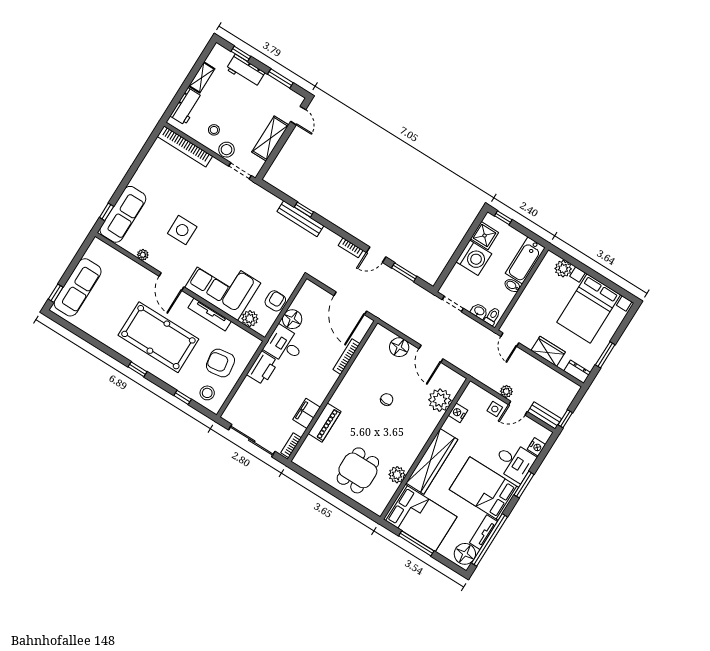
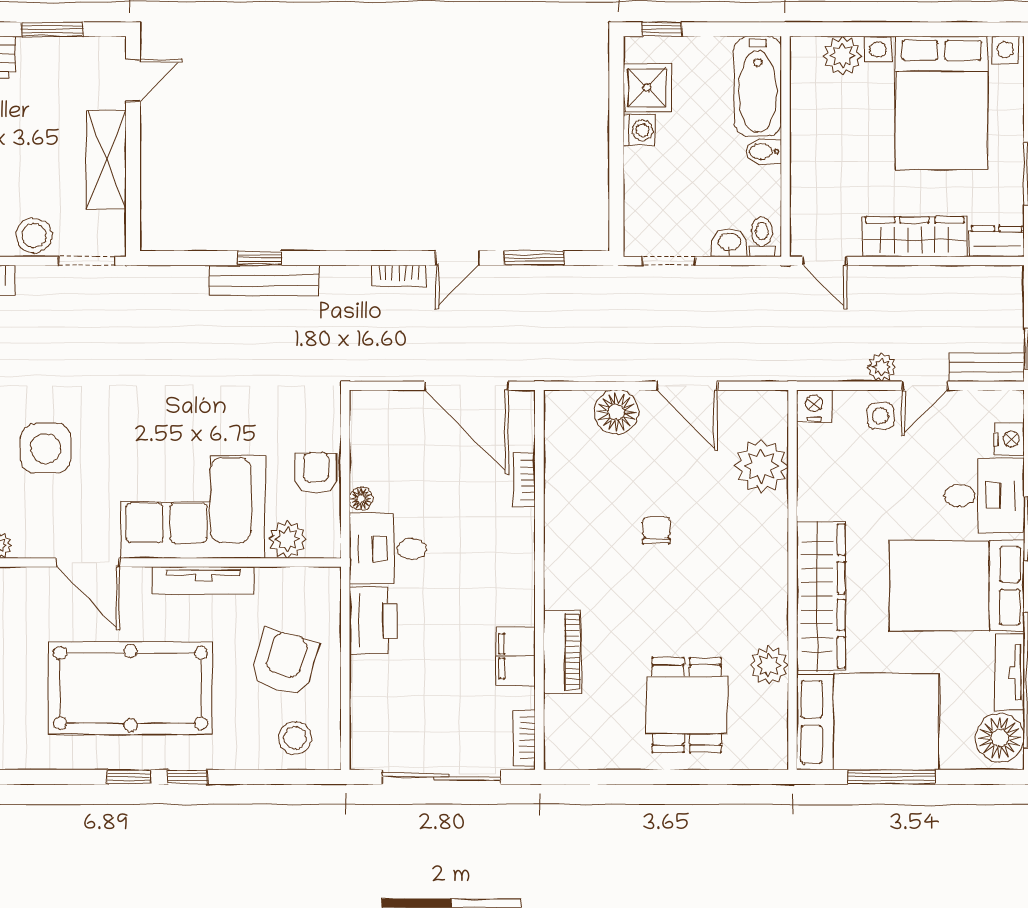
door: (298, 116) -> (133, 80), hinge flipped
washing machine: (474, 258) -> (639, 130), width x0.53, depth x0.53
floor lamp: (292, 319) -> (361, 499), width x0.53, depth x0.53
wardrobe: (548, 351) -> (915, 237), width x1.50
bookcase: (346, 357) -> (524, 480), width x0.64
armchair: (220, 363) -> (284, 663), turned 116
window: (183, 397) -> (187, 777), moved
nightstand: (458, 413) -> (814, 406), moved, turned 90

